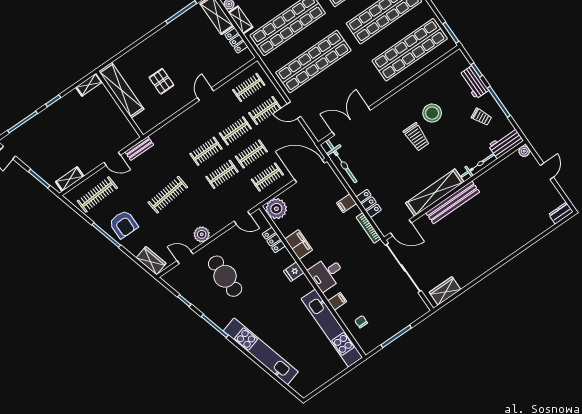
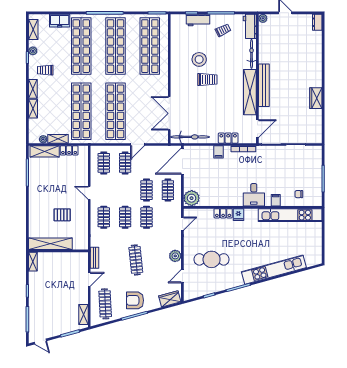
clothes rail: (235, 131) -> (104, 217), moved
armchair: (123, 224) -> (135, 300), turned 180
locker: (274, 240) -> (223, 213), moved
filing cabinet: (299, 244) -> (224, 200), removed
wardrobe: (445, 291) -> (316, 98), moved

